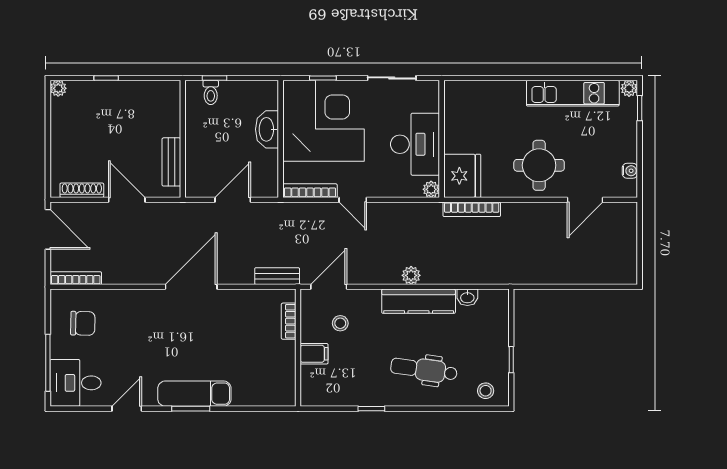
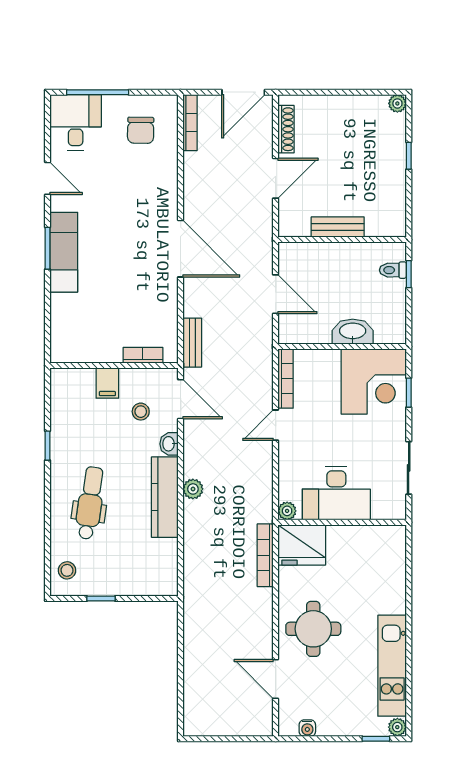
corner desk: (323, 121) -> (374, 381), width x0.74, depth x0.74
bench: (171, 162) -> (338, 227), moved
washbasin: (467, 297) -> (169, 444), moved

